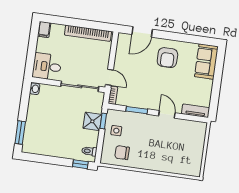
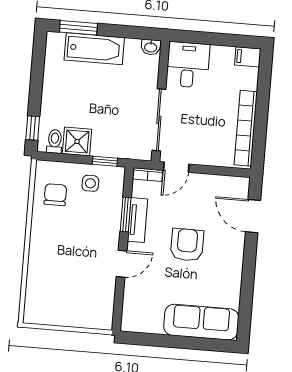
armchair: (167, 58) -> (187, 245), moved, turned 90
sofa: (206, 61) -> (201, 322), width x1.36
tv unit: (196, 111) -> (138, 220), moved
shower: (92, 121) -> (77, 141), moved
bathtub: (34, 124) -> (94, 49), added

